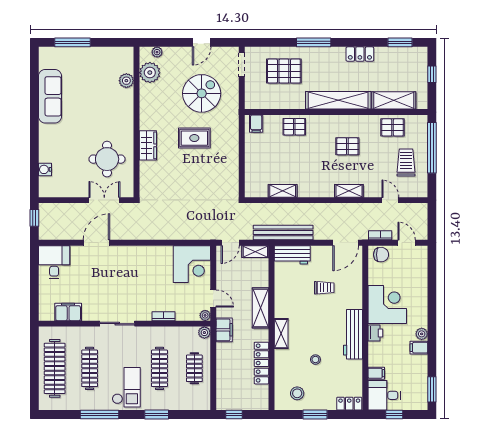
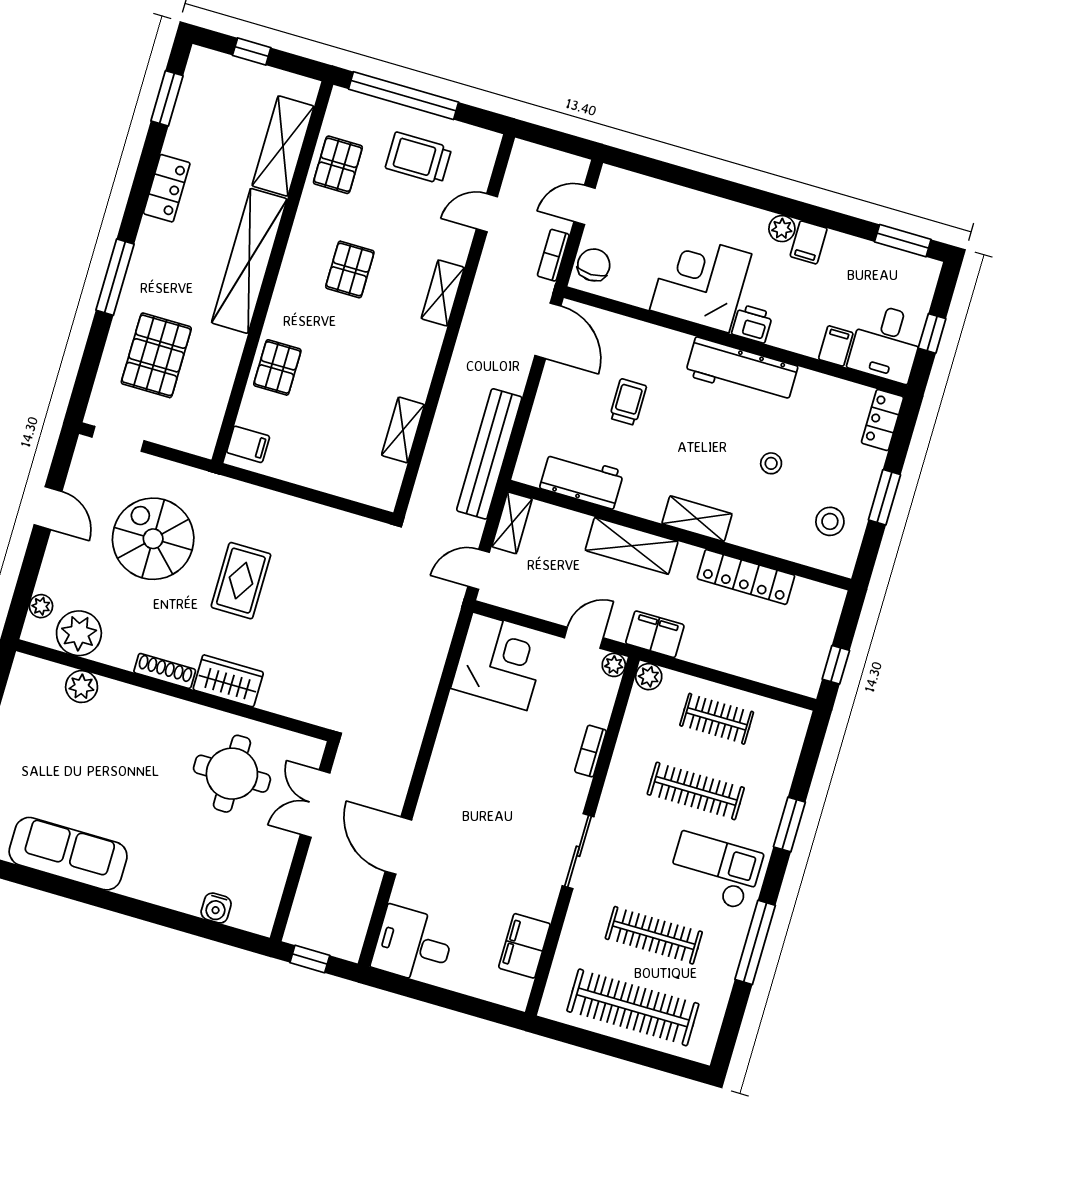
shoe rack: (144, 116) -> (165, 671), added
door: (230, 243) -> (479, 569), swing flipped
workbench: (292, 255) -> (582, 480), moved, turned -90

